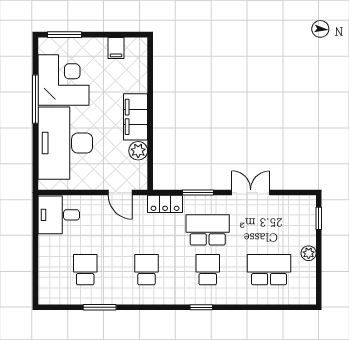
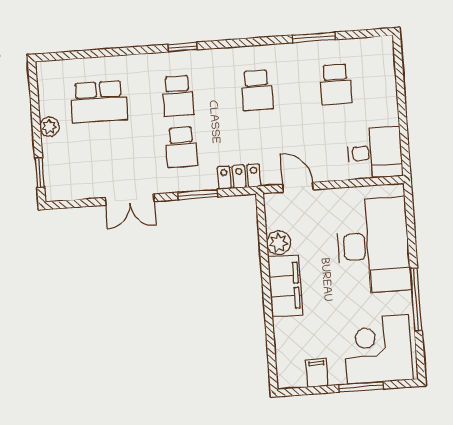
window: (64, 35) -> (361, 387), moved
corner desk: (64, 80) -> (378, 349), moved, turned 90
school desk: (208, 230) -> (182, 147), width x0.54

